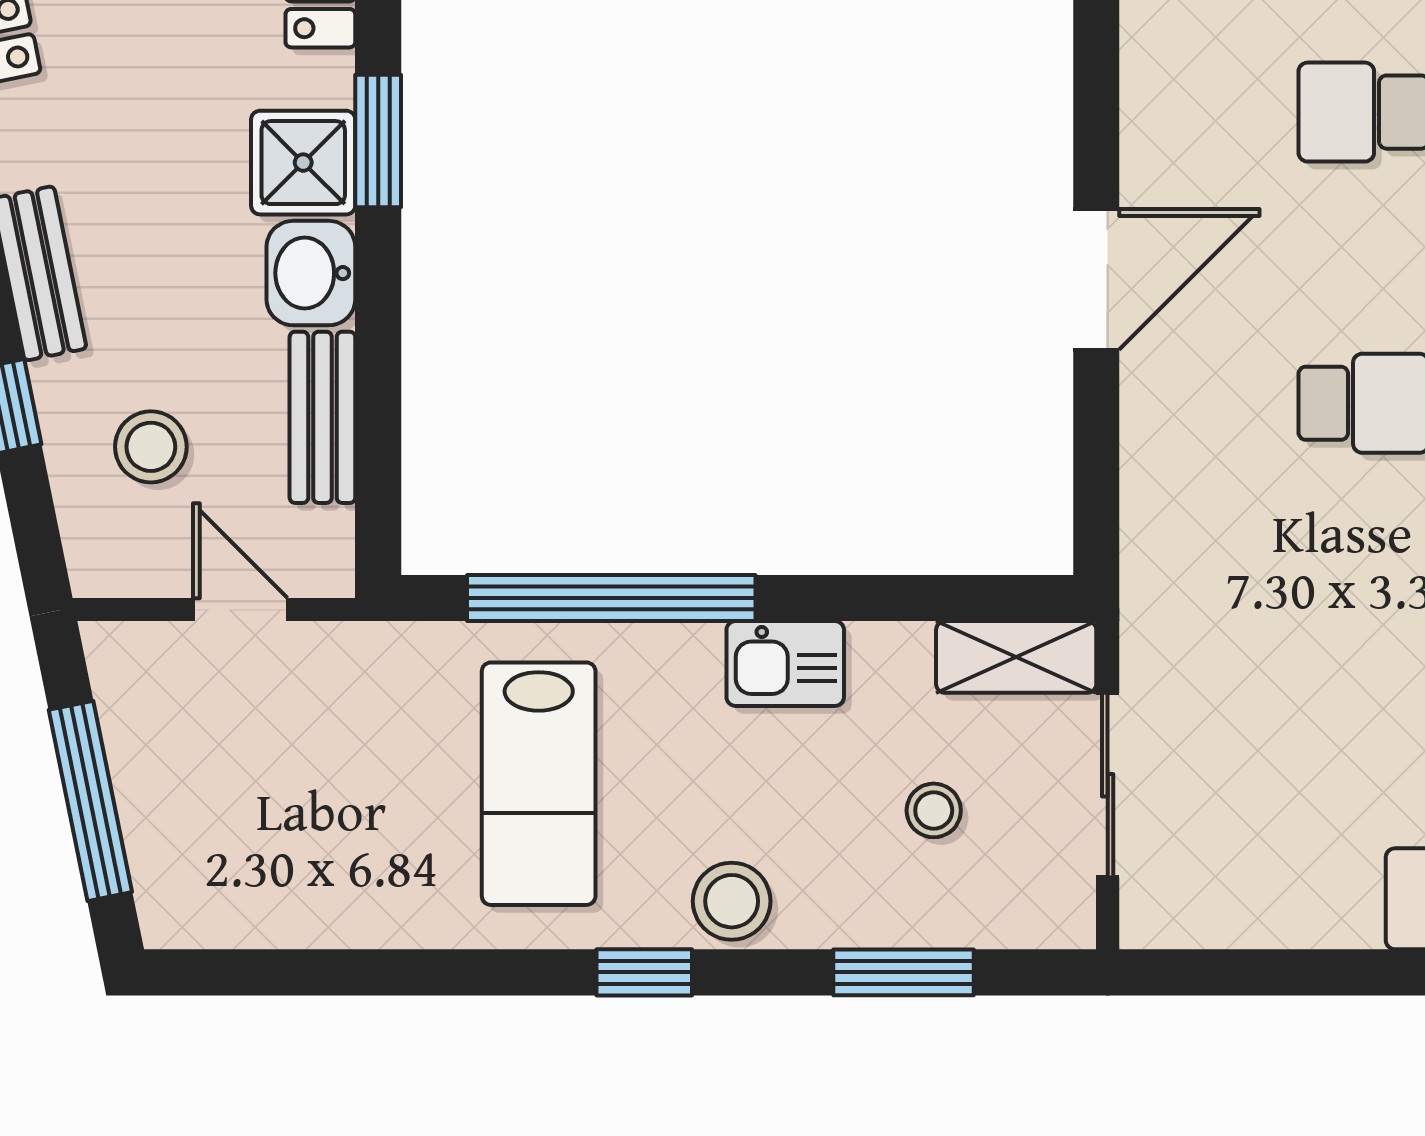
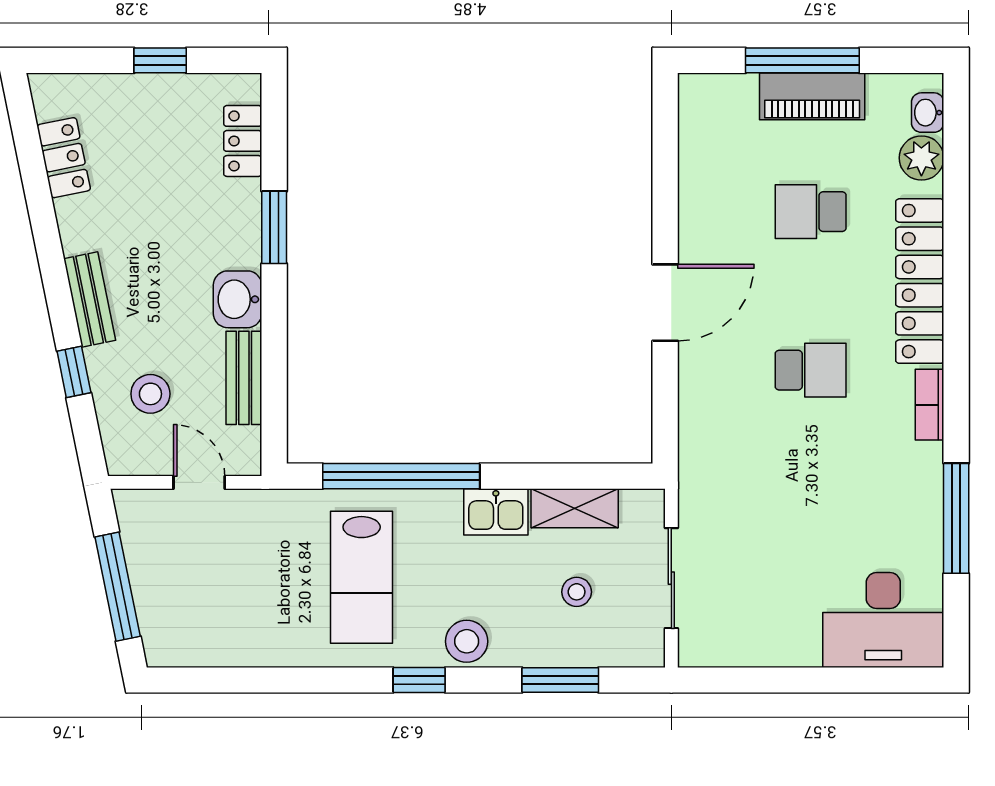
shower: (303, 163) -> (233, 239), removed
shelving: (1016, 657) -> (575, 508), moved

